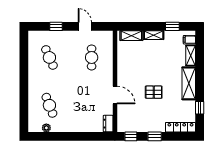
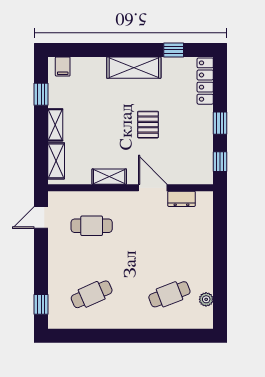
window: (56, 26) -> (41, 304), moved
door: (85, 26) -> (41, 218), moved
shelving: (191, 56) -> (109, 177), moved
door: (115, 95) -> (153, 188), hinge flipped
dresser: (108, 124) -> (181, 199), moved

